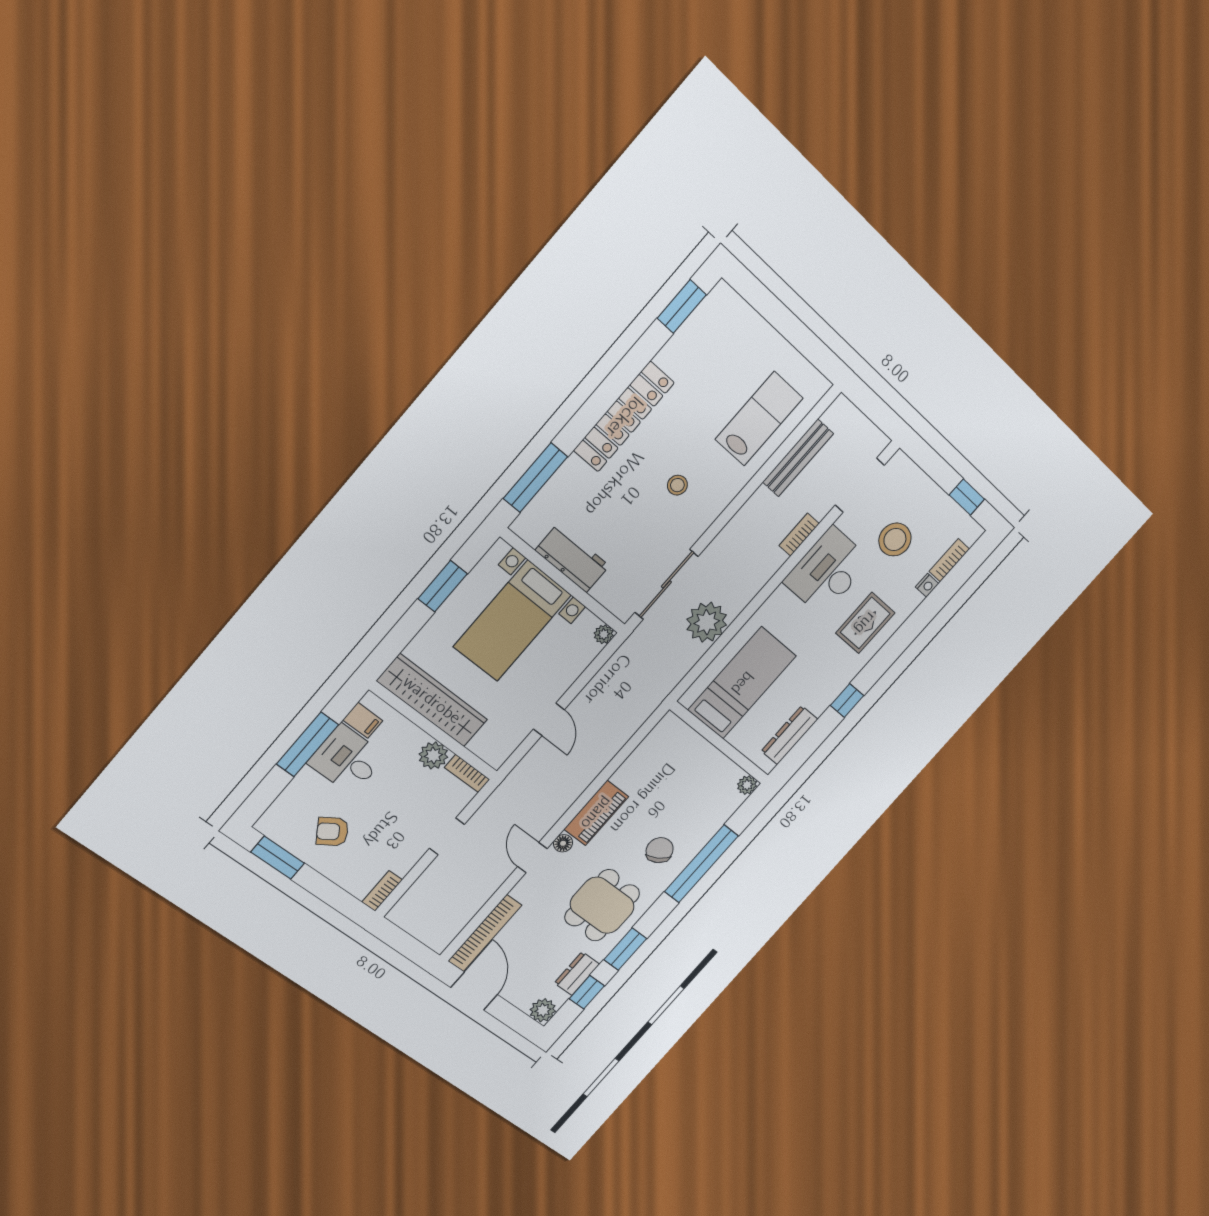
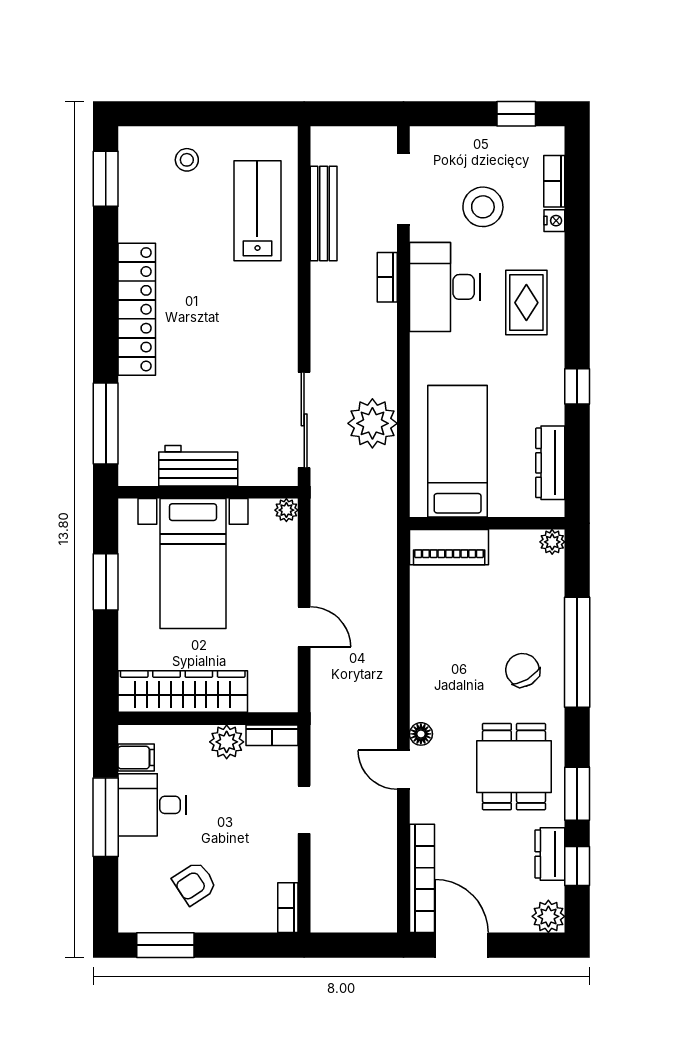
stool: (677, 485) -> (187, 160), moved
piano: (596, 813) -> (449, 547), moved, turned 90

